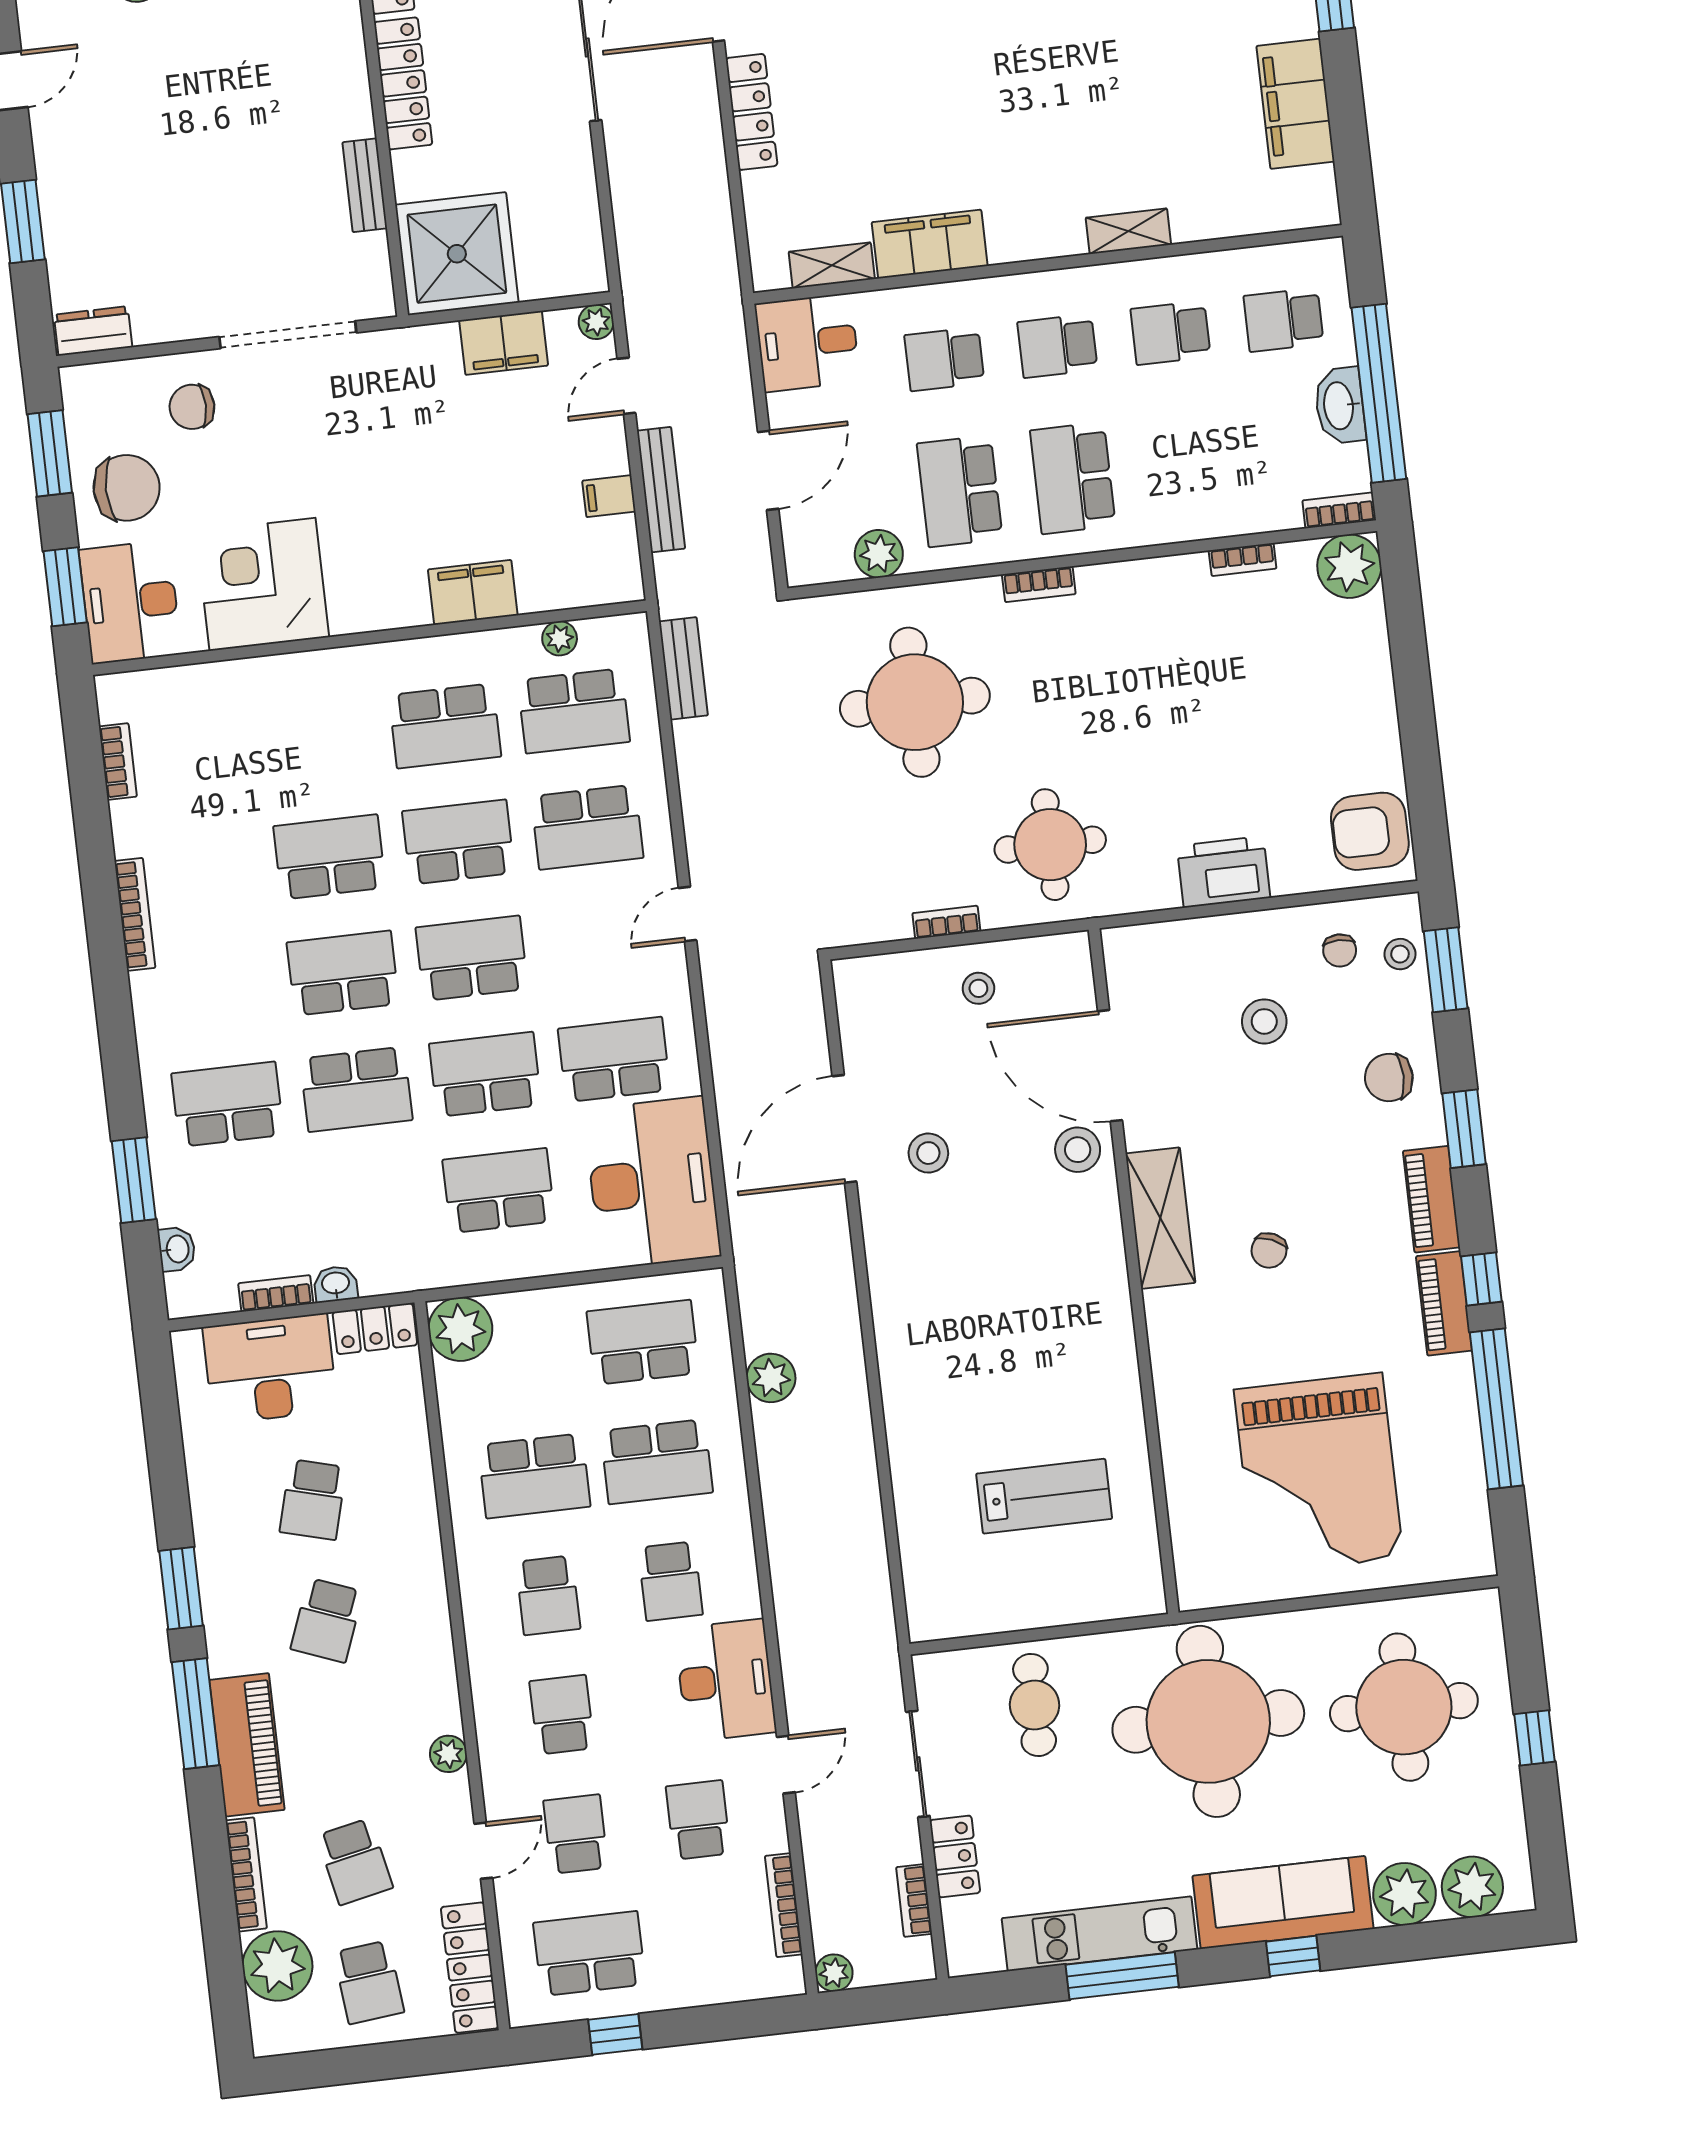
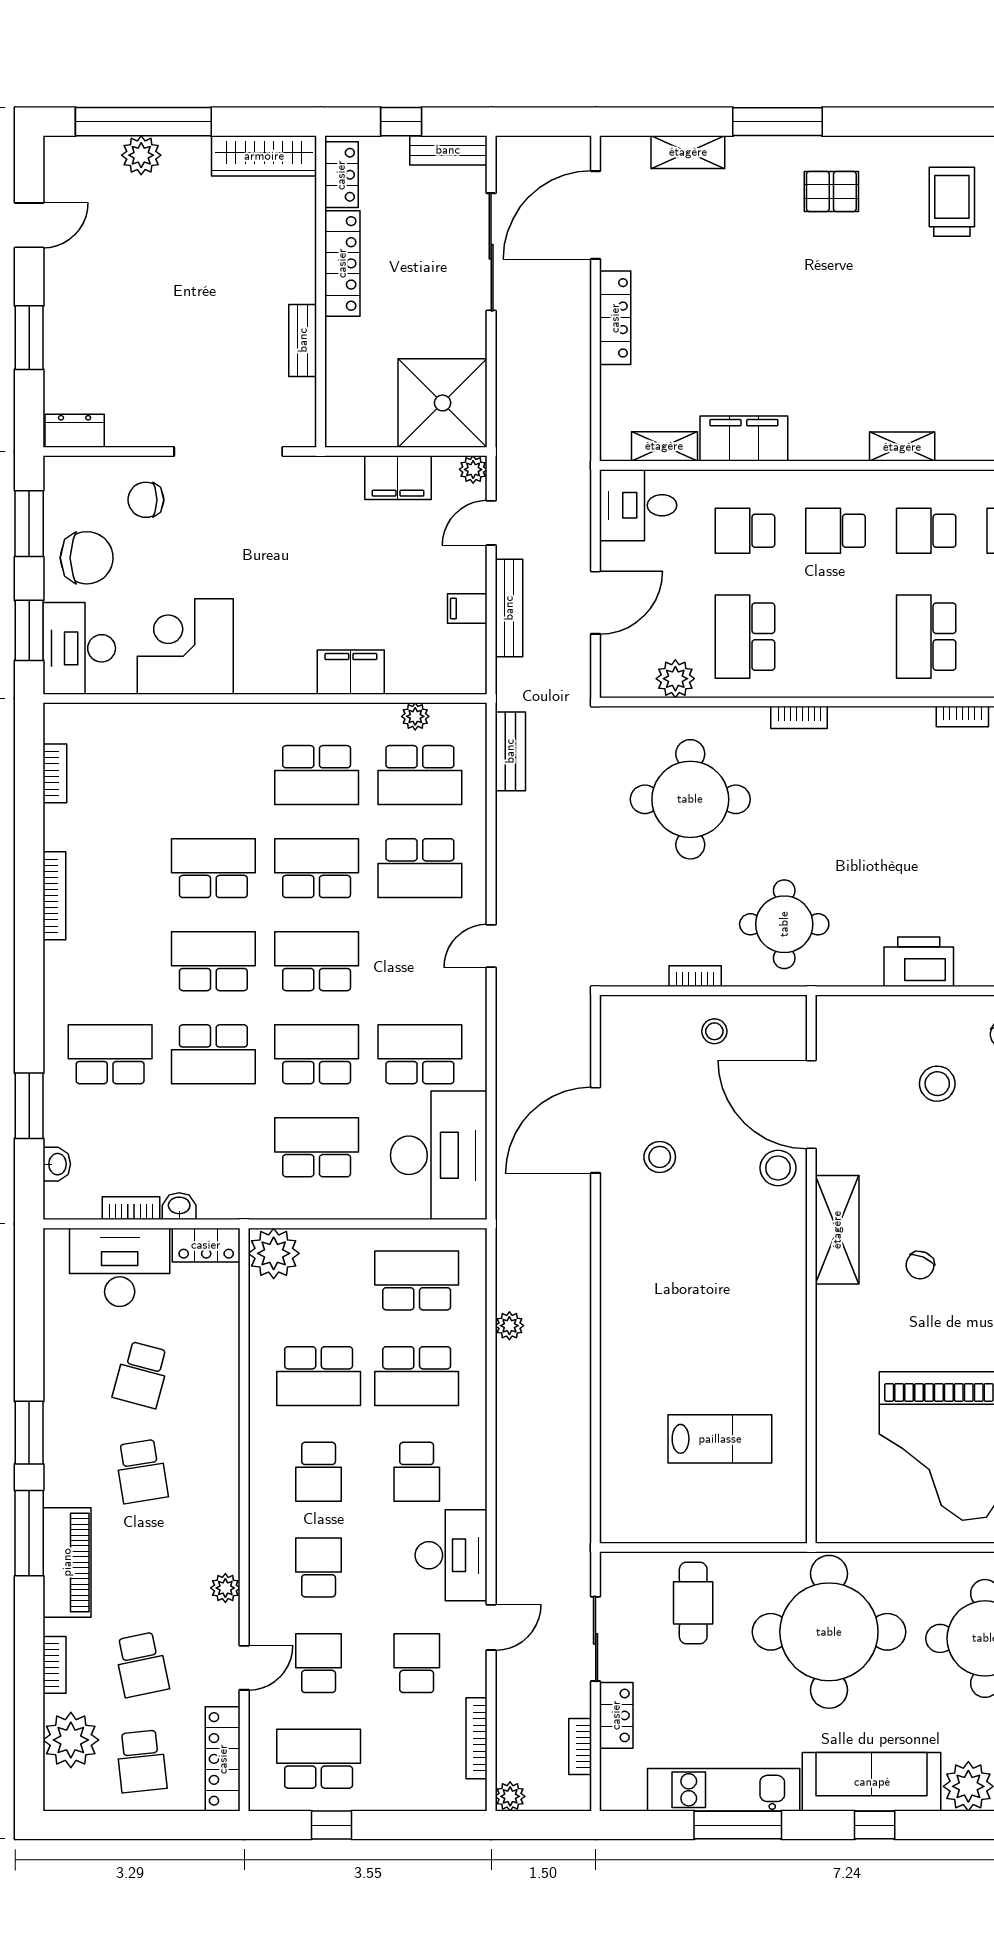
shower: (457, 254) -> (443, 403), moved
school desk: (1073, 478) -> (926, 637), moved
plant: (771, 1378) -> (509, 1326), width x0.73, depth x0.73
school desk: (327, 1620) -> (141, 1471), turned -30
bookcase: (246, 1874) -> (54, 1665), width x0.64

